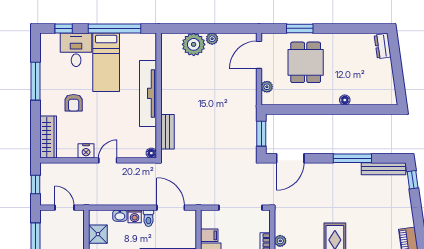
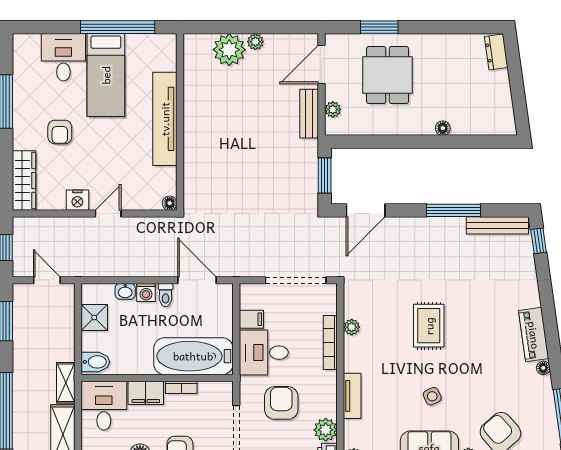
window: (64, 28) -> (46, 27), removed
bench: (168, 132) -> (309, 114), moved

